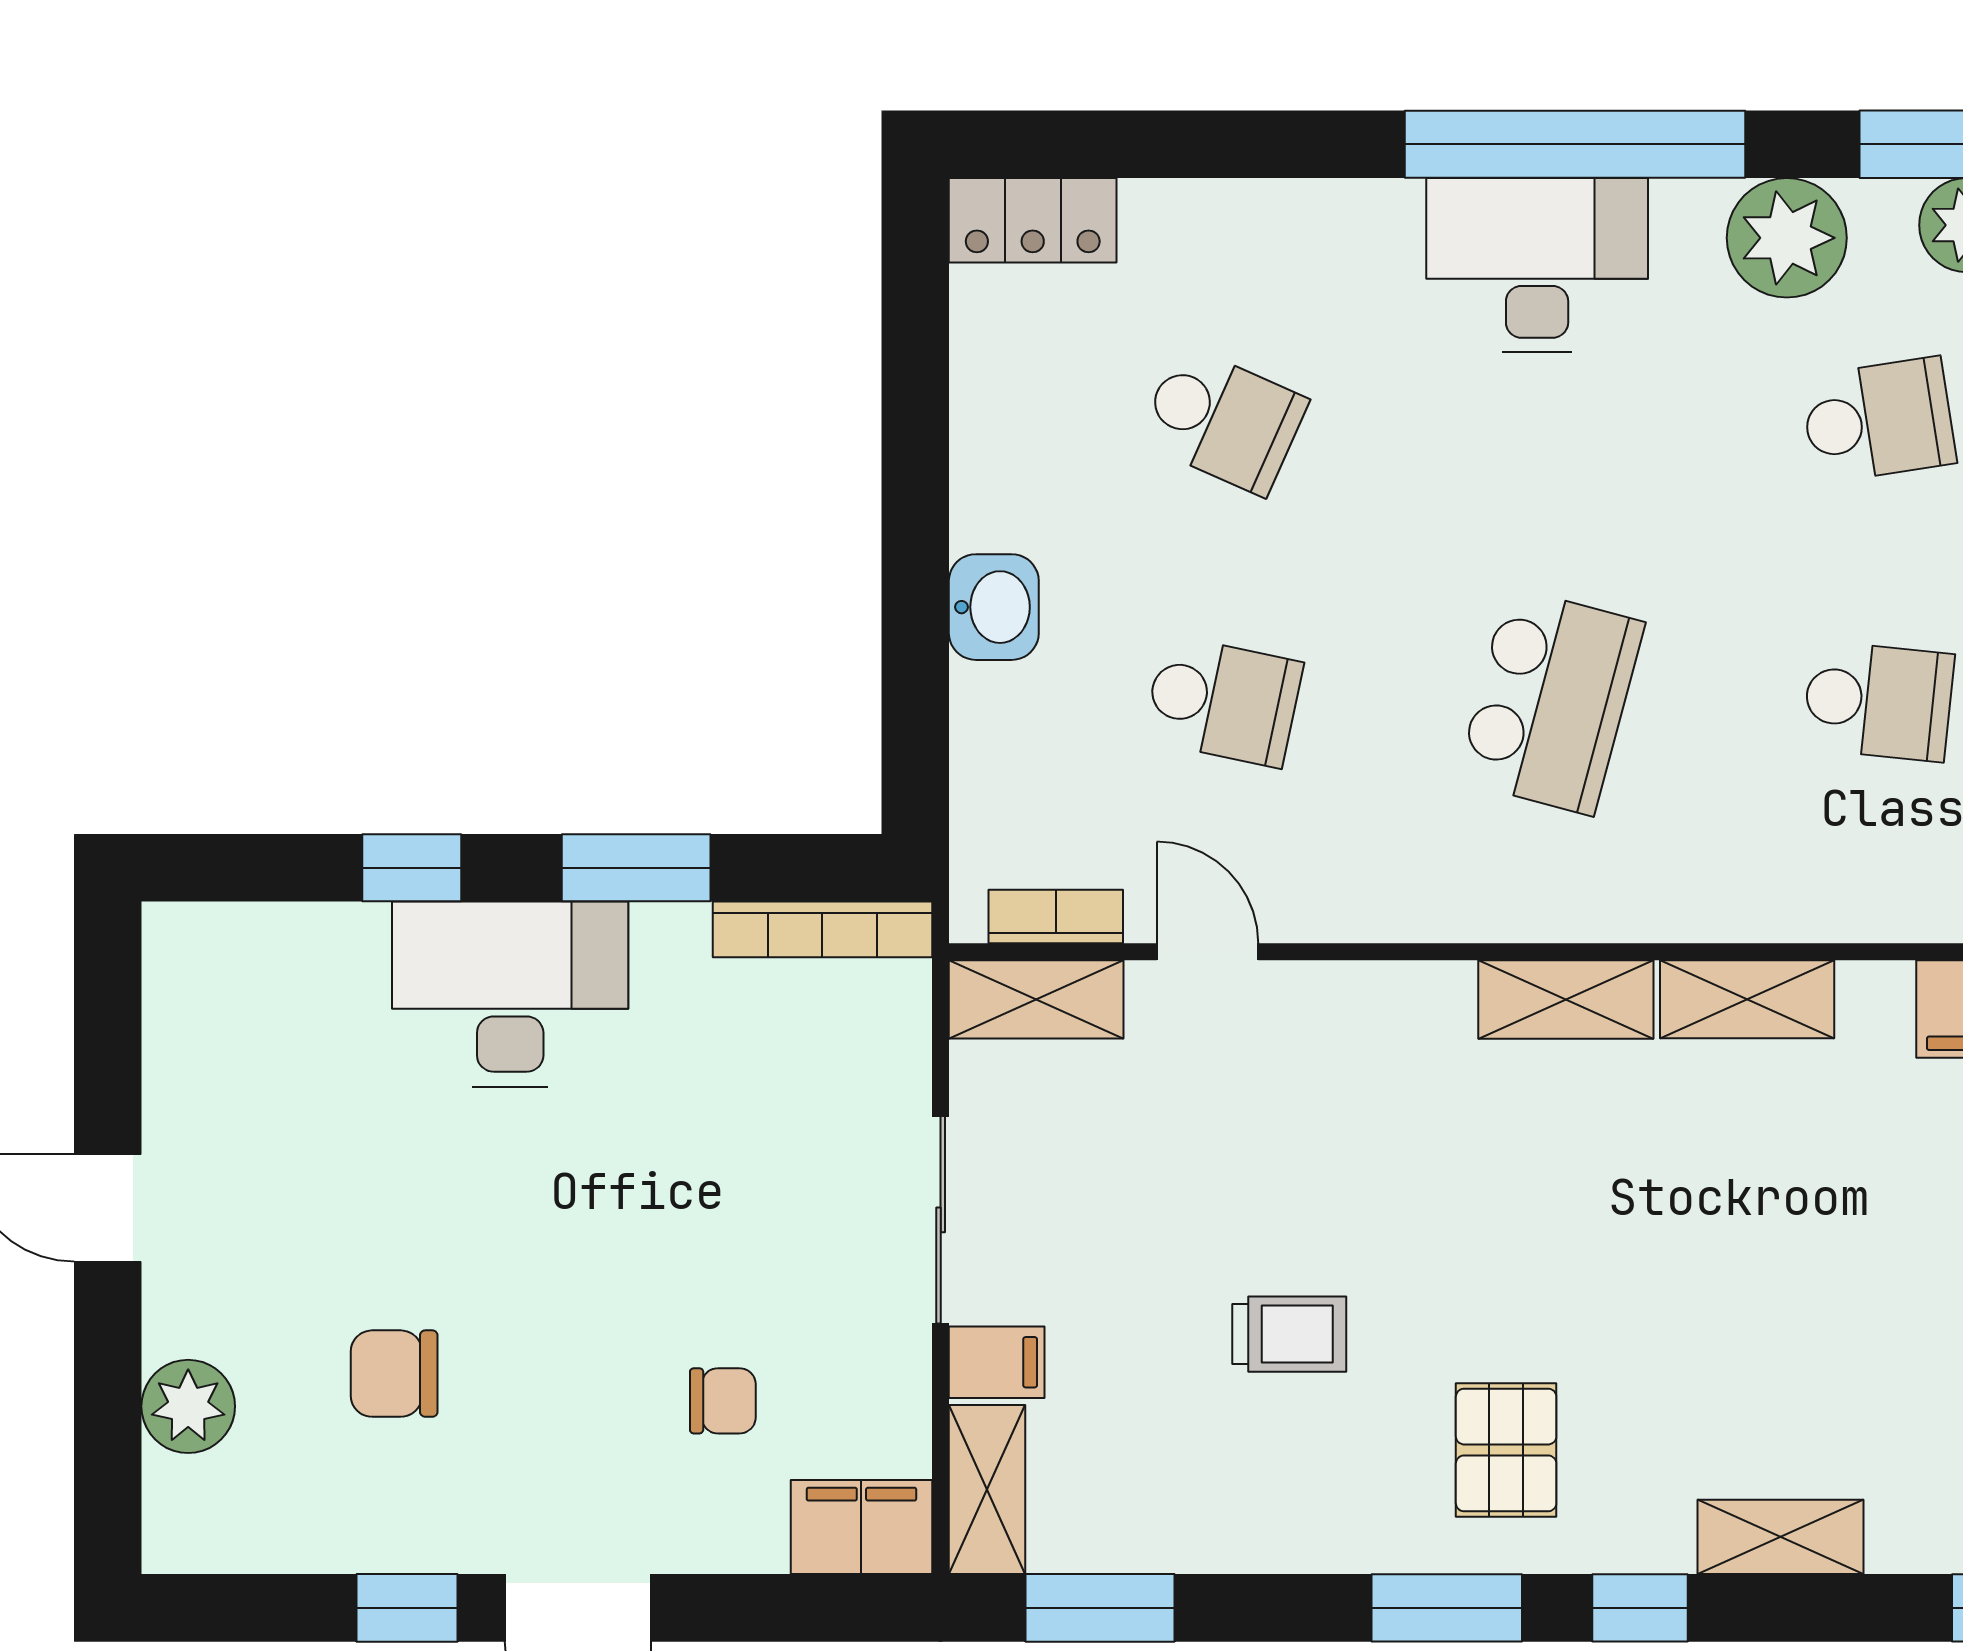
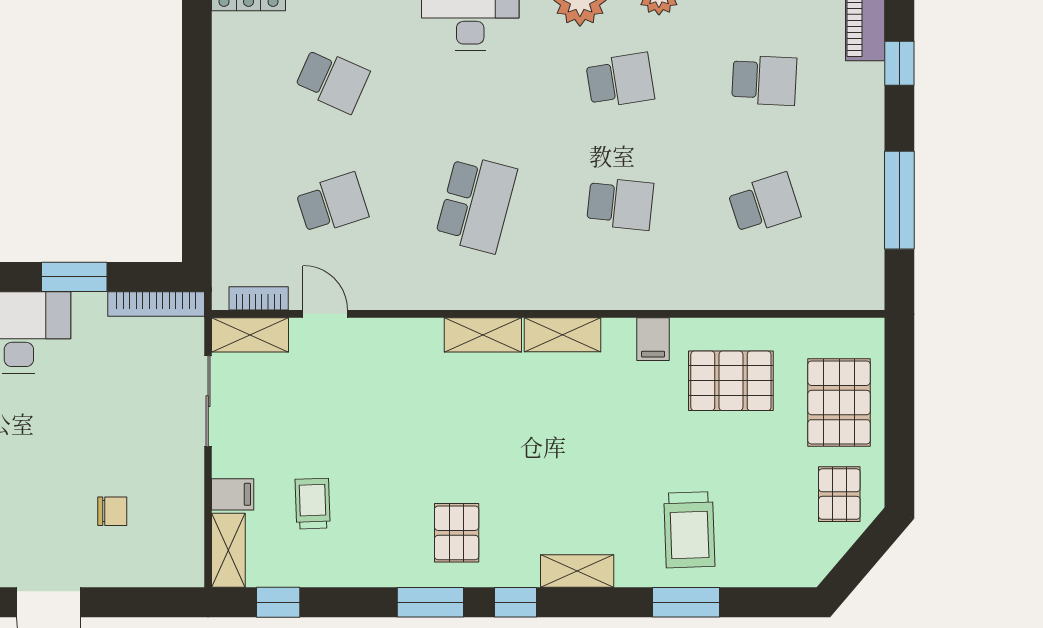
washbasin: (994, 607) -> (231, 162), removed
school desk: (1223, 701) -> (332, 204), turned -30
sliding door: (941, 1220) -> (208, 401), moved
trolley: (1289, 1334) -> (313, 504), moved, turned -92
filing cabinet: (861, 1527) -> (173, 567), removed
window: (1100, 1608) -> (278, 602), width x0.67

